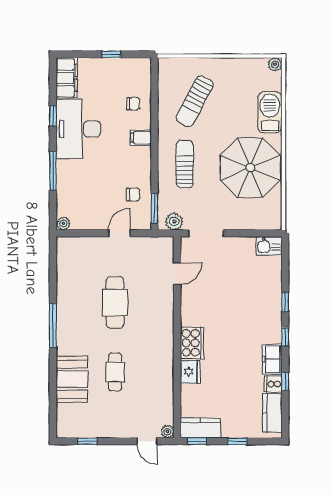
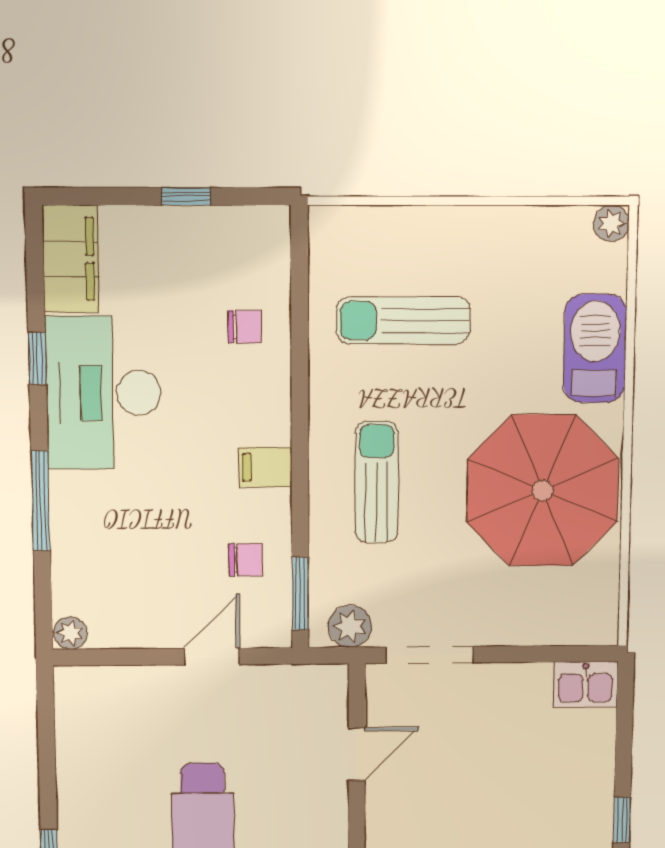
sun lounger: (195, 101) -> (403, 320), turned 62
filing cabinet: (141, 138) -> (265, 467), moved

